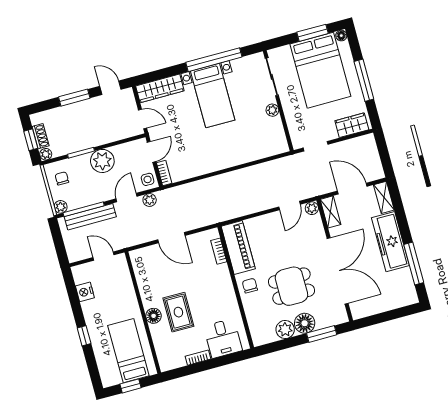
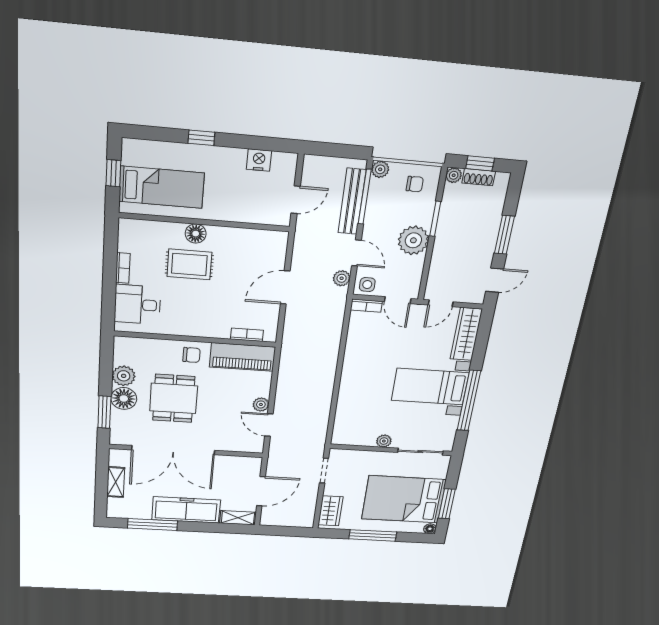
plant: (312, 208) -> (261, 404), moved
shelving: (330, 212) -> (116, 482), moved, turned 90

